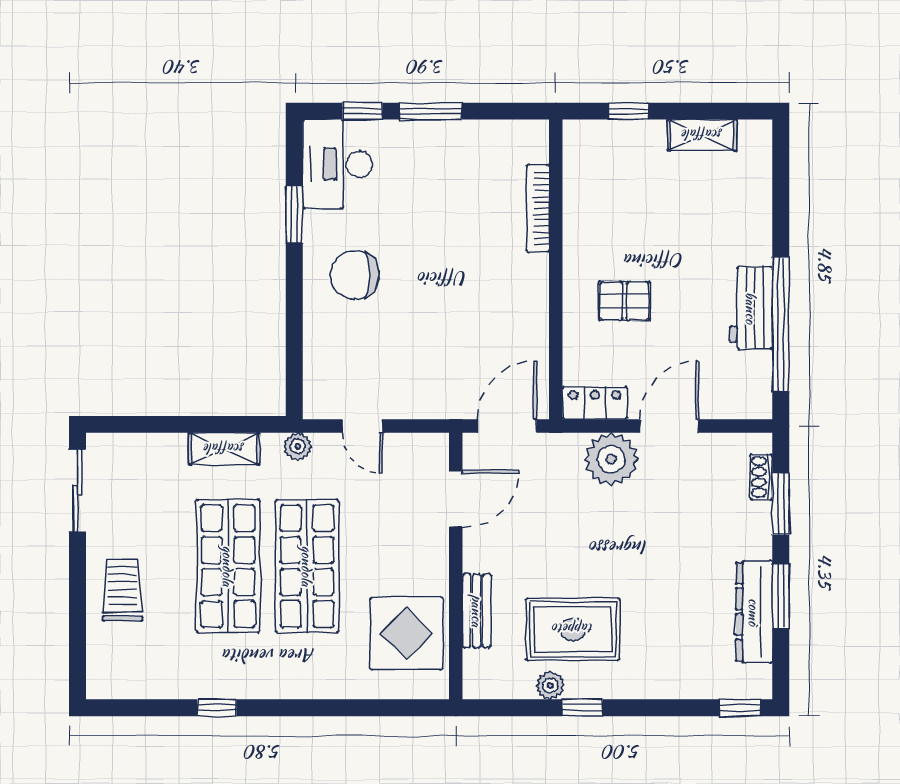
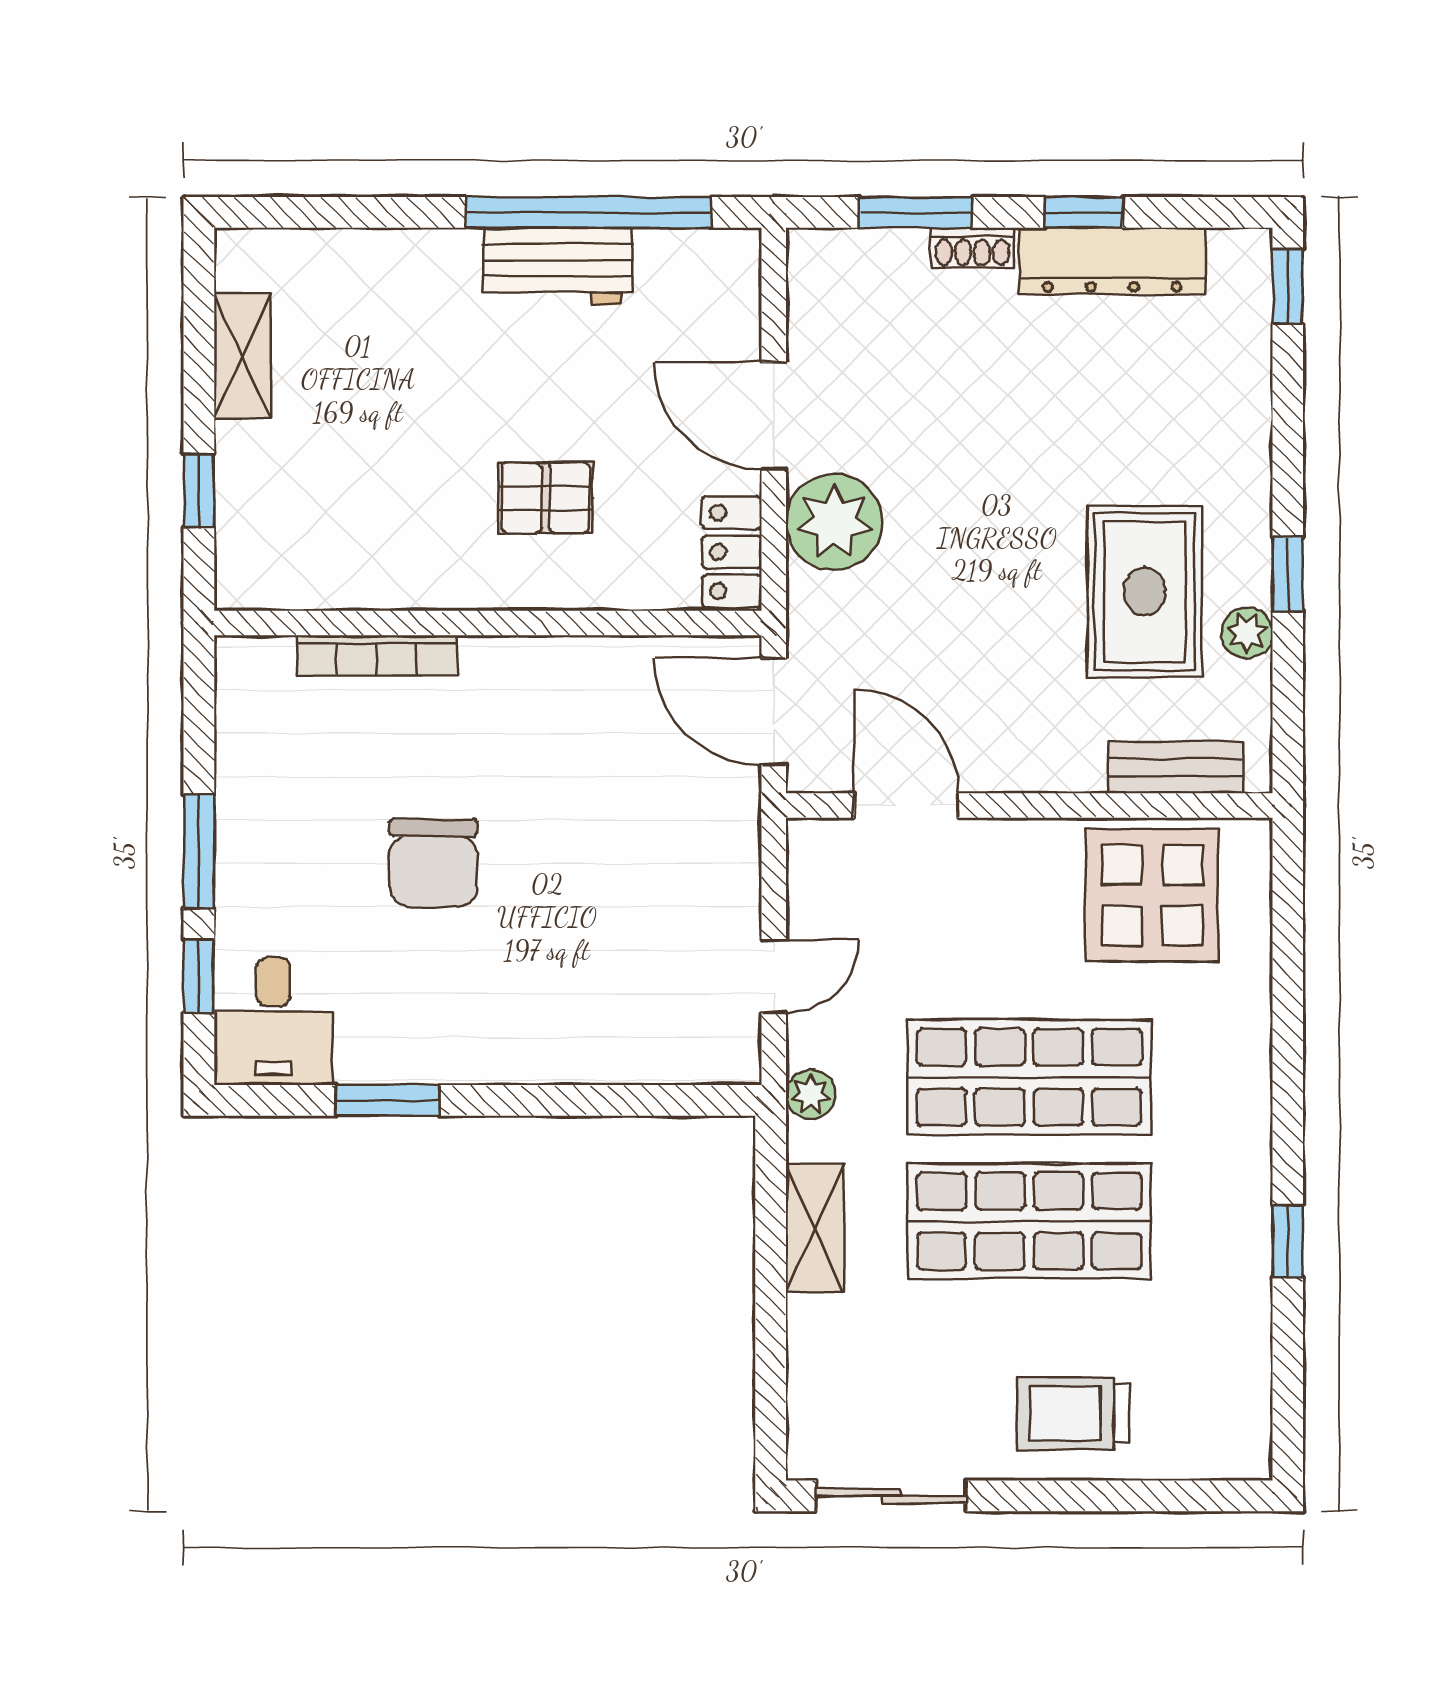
desk: (337, 164) -> (273, 1021), width x0.73
chair: (355, 275) -> (433, 863), moved
pallet: (624, 301) -> (545, 498), turned 90
shoe rack: (761, 477) -> (973, 248), moved
window: (781, 596) -> (1084, 212), width x0.67
bench: (477, 611) -> (1176, 767), moved

